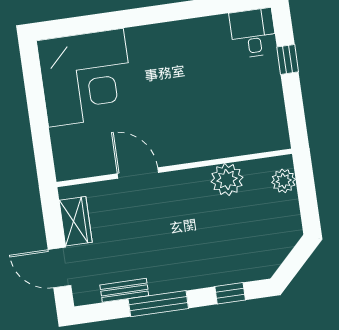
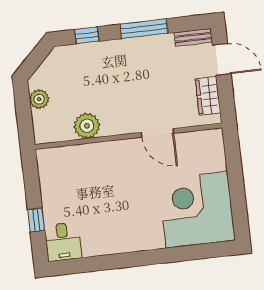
plant: (284, 181) -> (39, 99), moved
bench: (124, 290) -> (193, 37), moved

